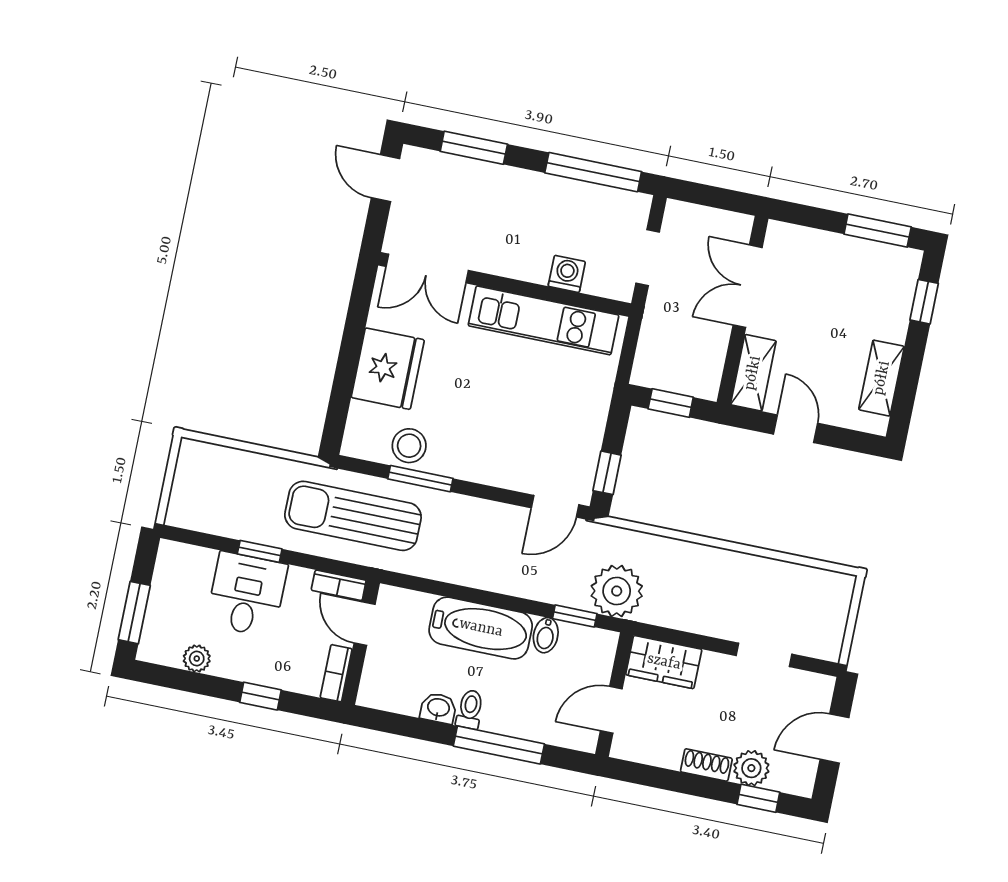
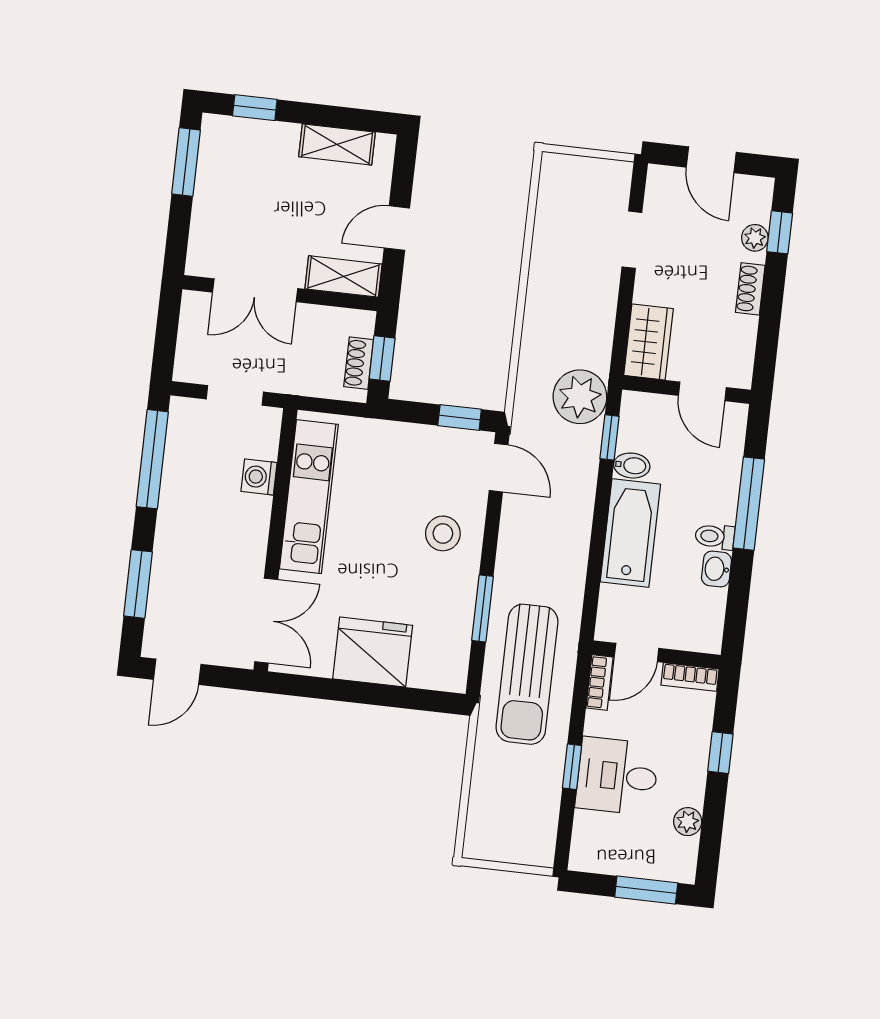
shoe rack: (668, 380) -> (359, 363), added
stool: (409, 446) -> (443, 533), moved
plant: (751, 768) -> (755, 238), width x0.73, depth x0.73

